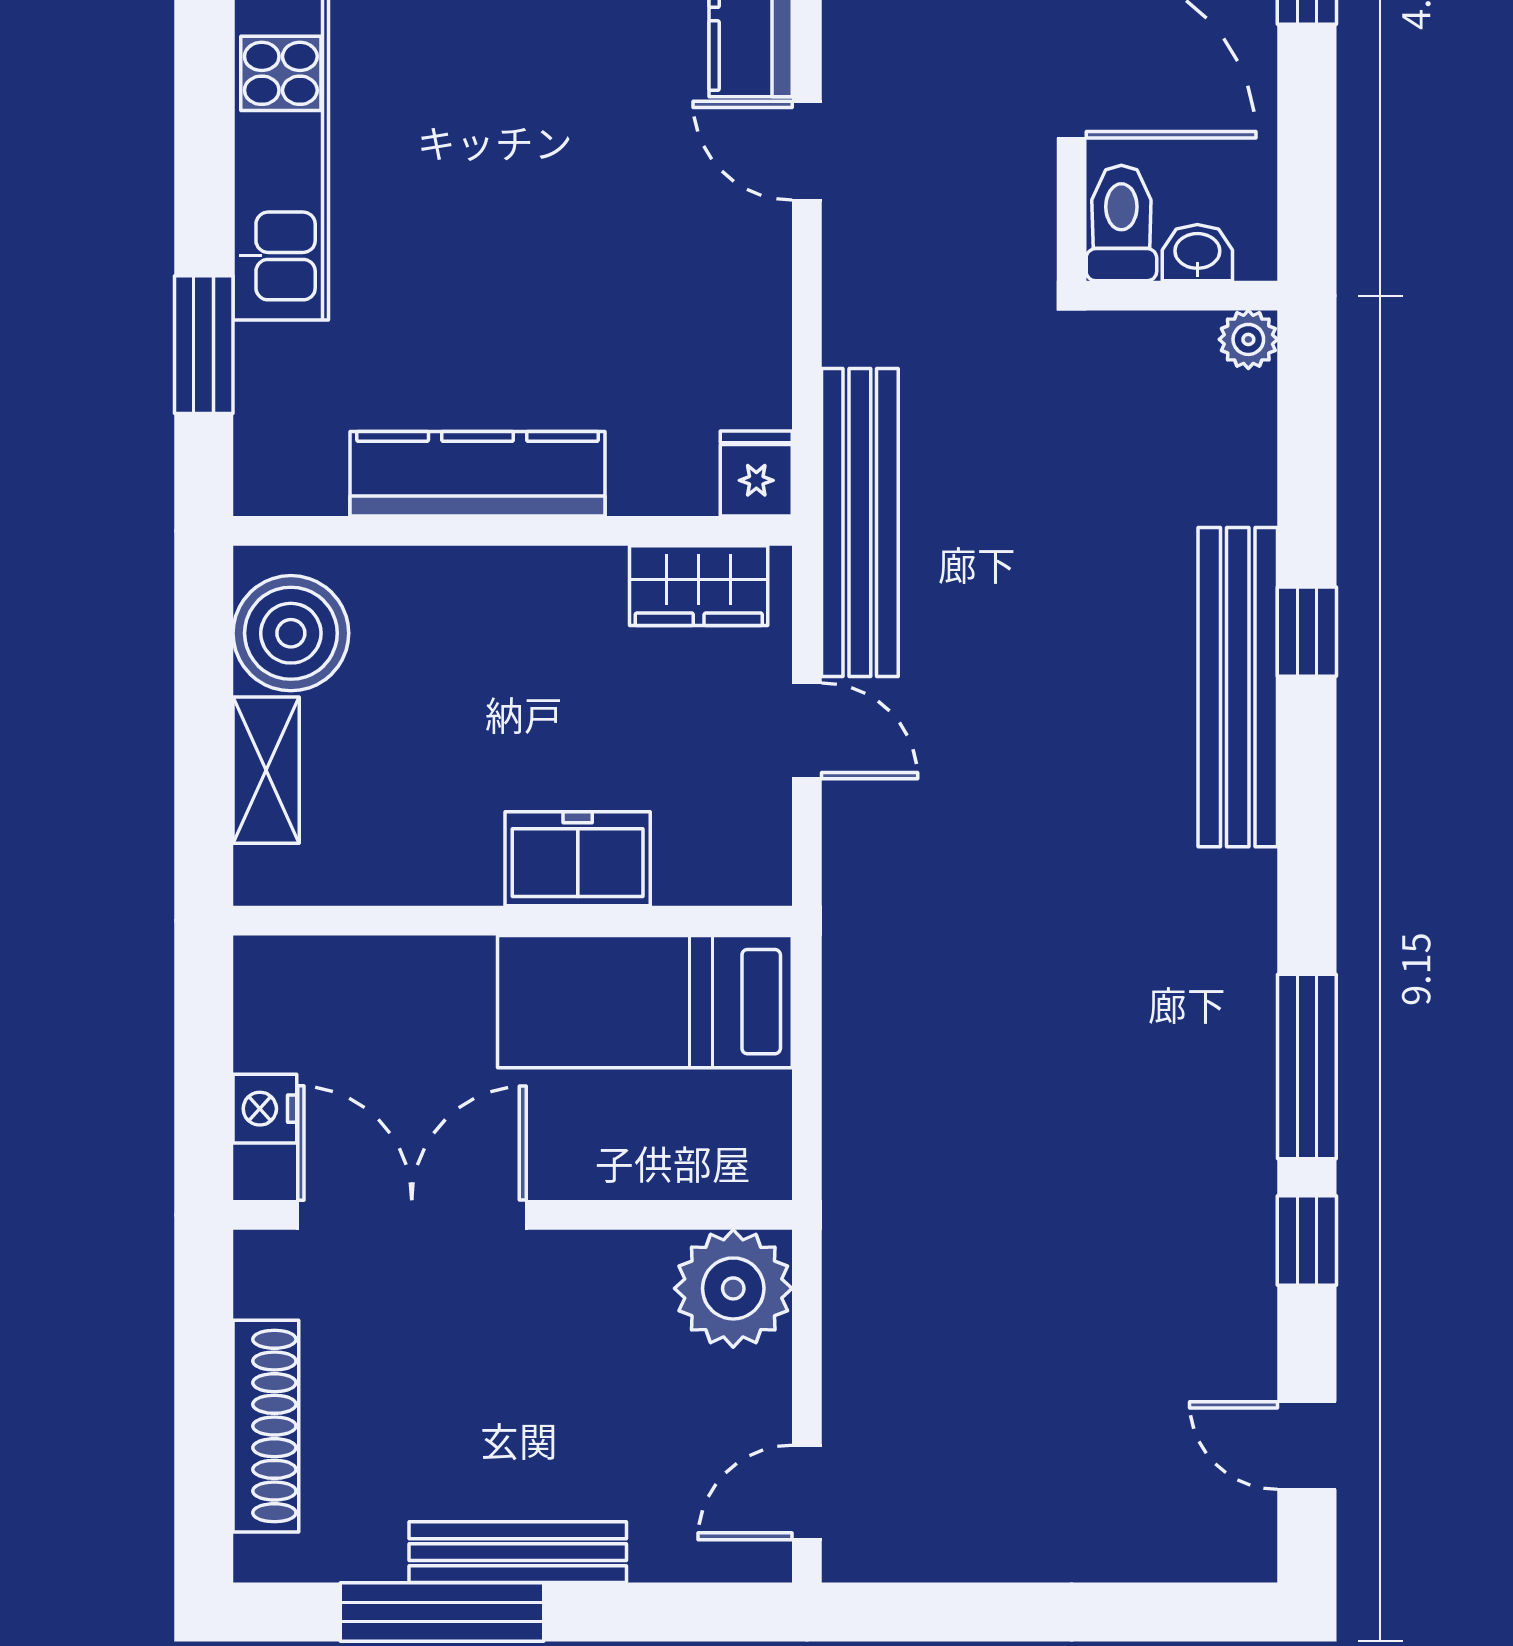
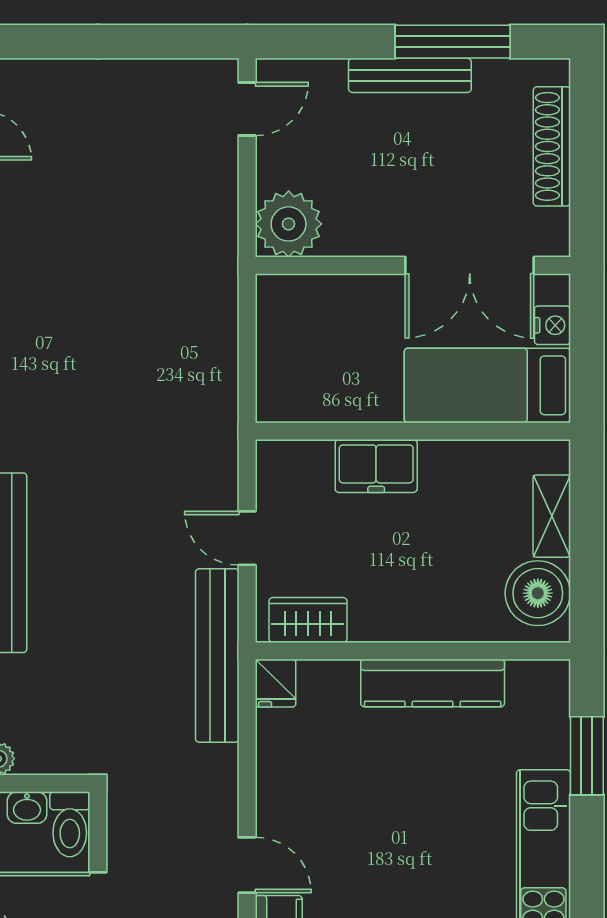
bed: (645, 1002) -> (487, 385), moved, turned 180

